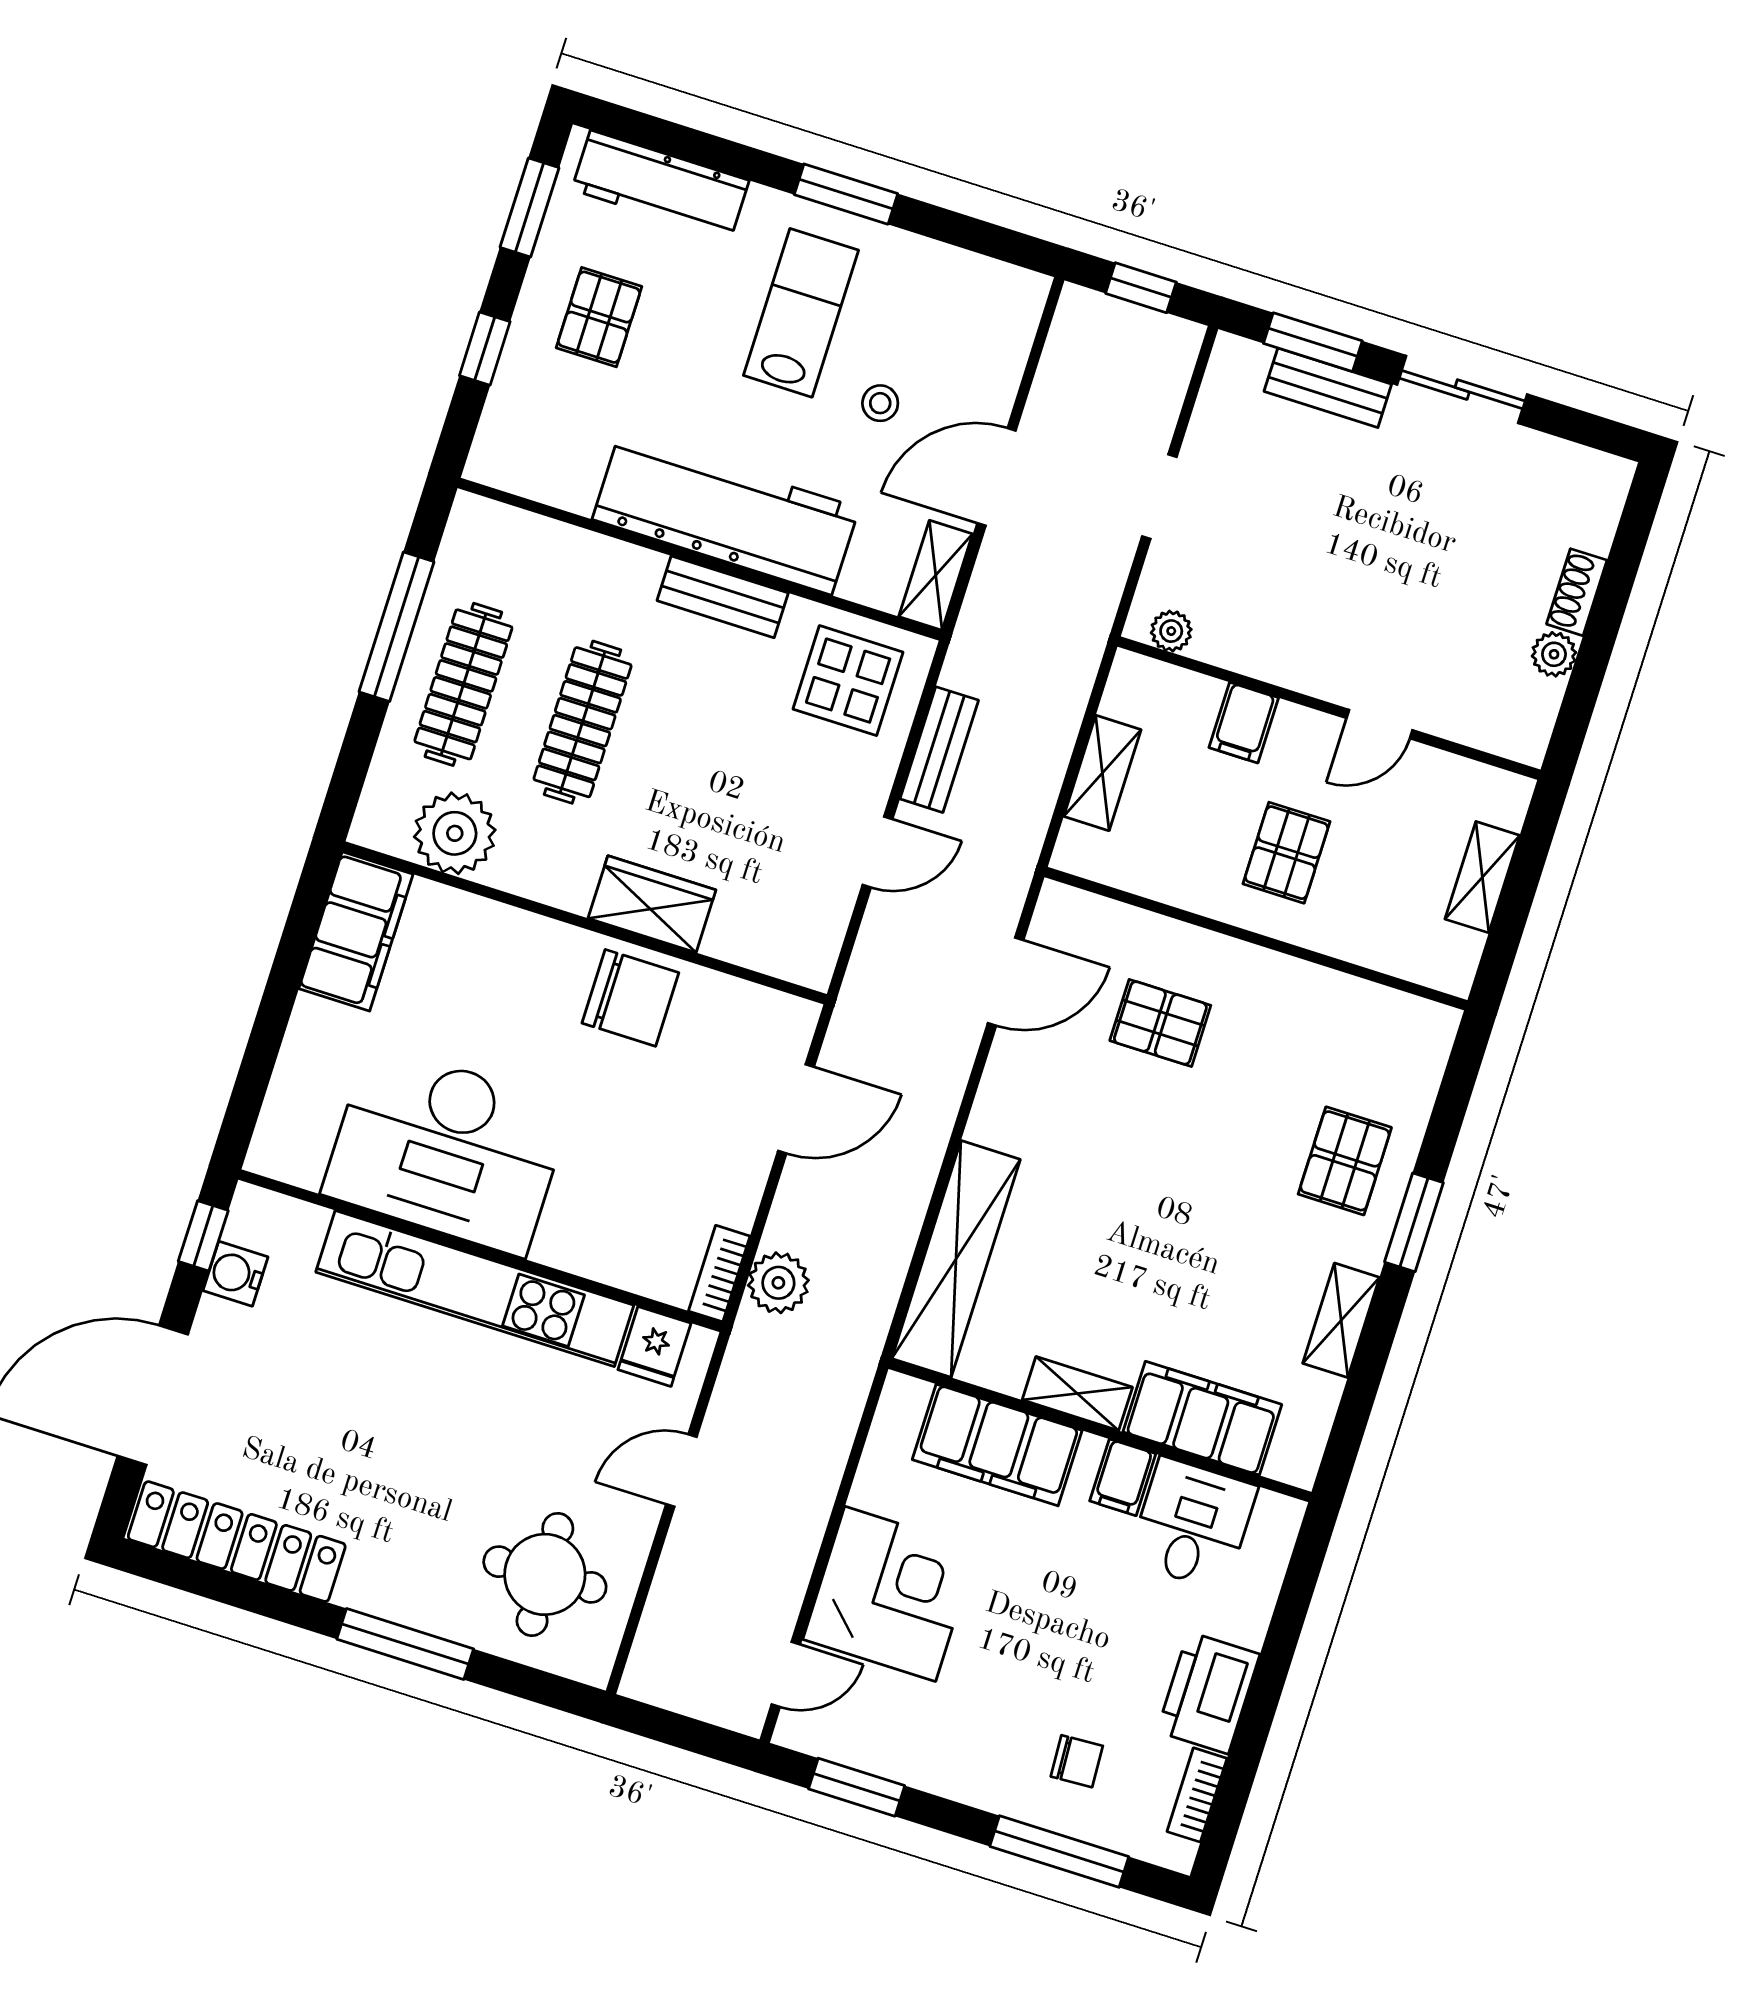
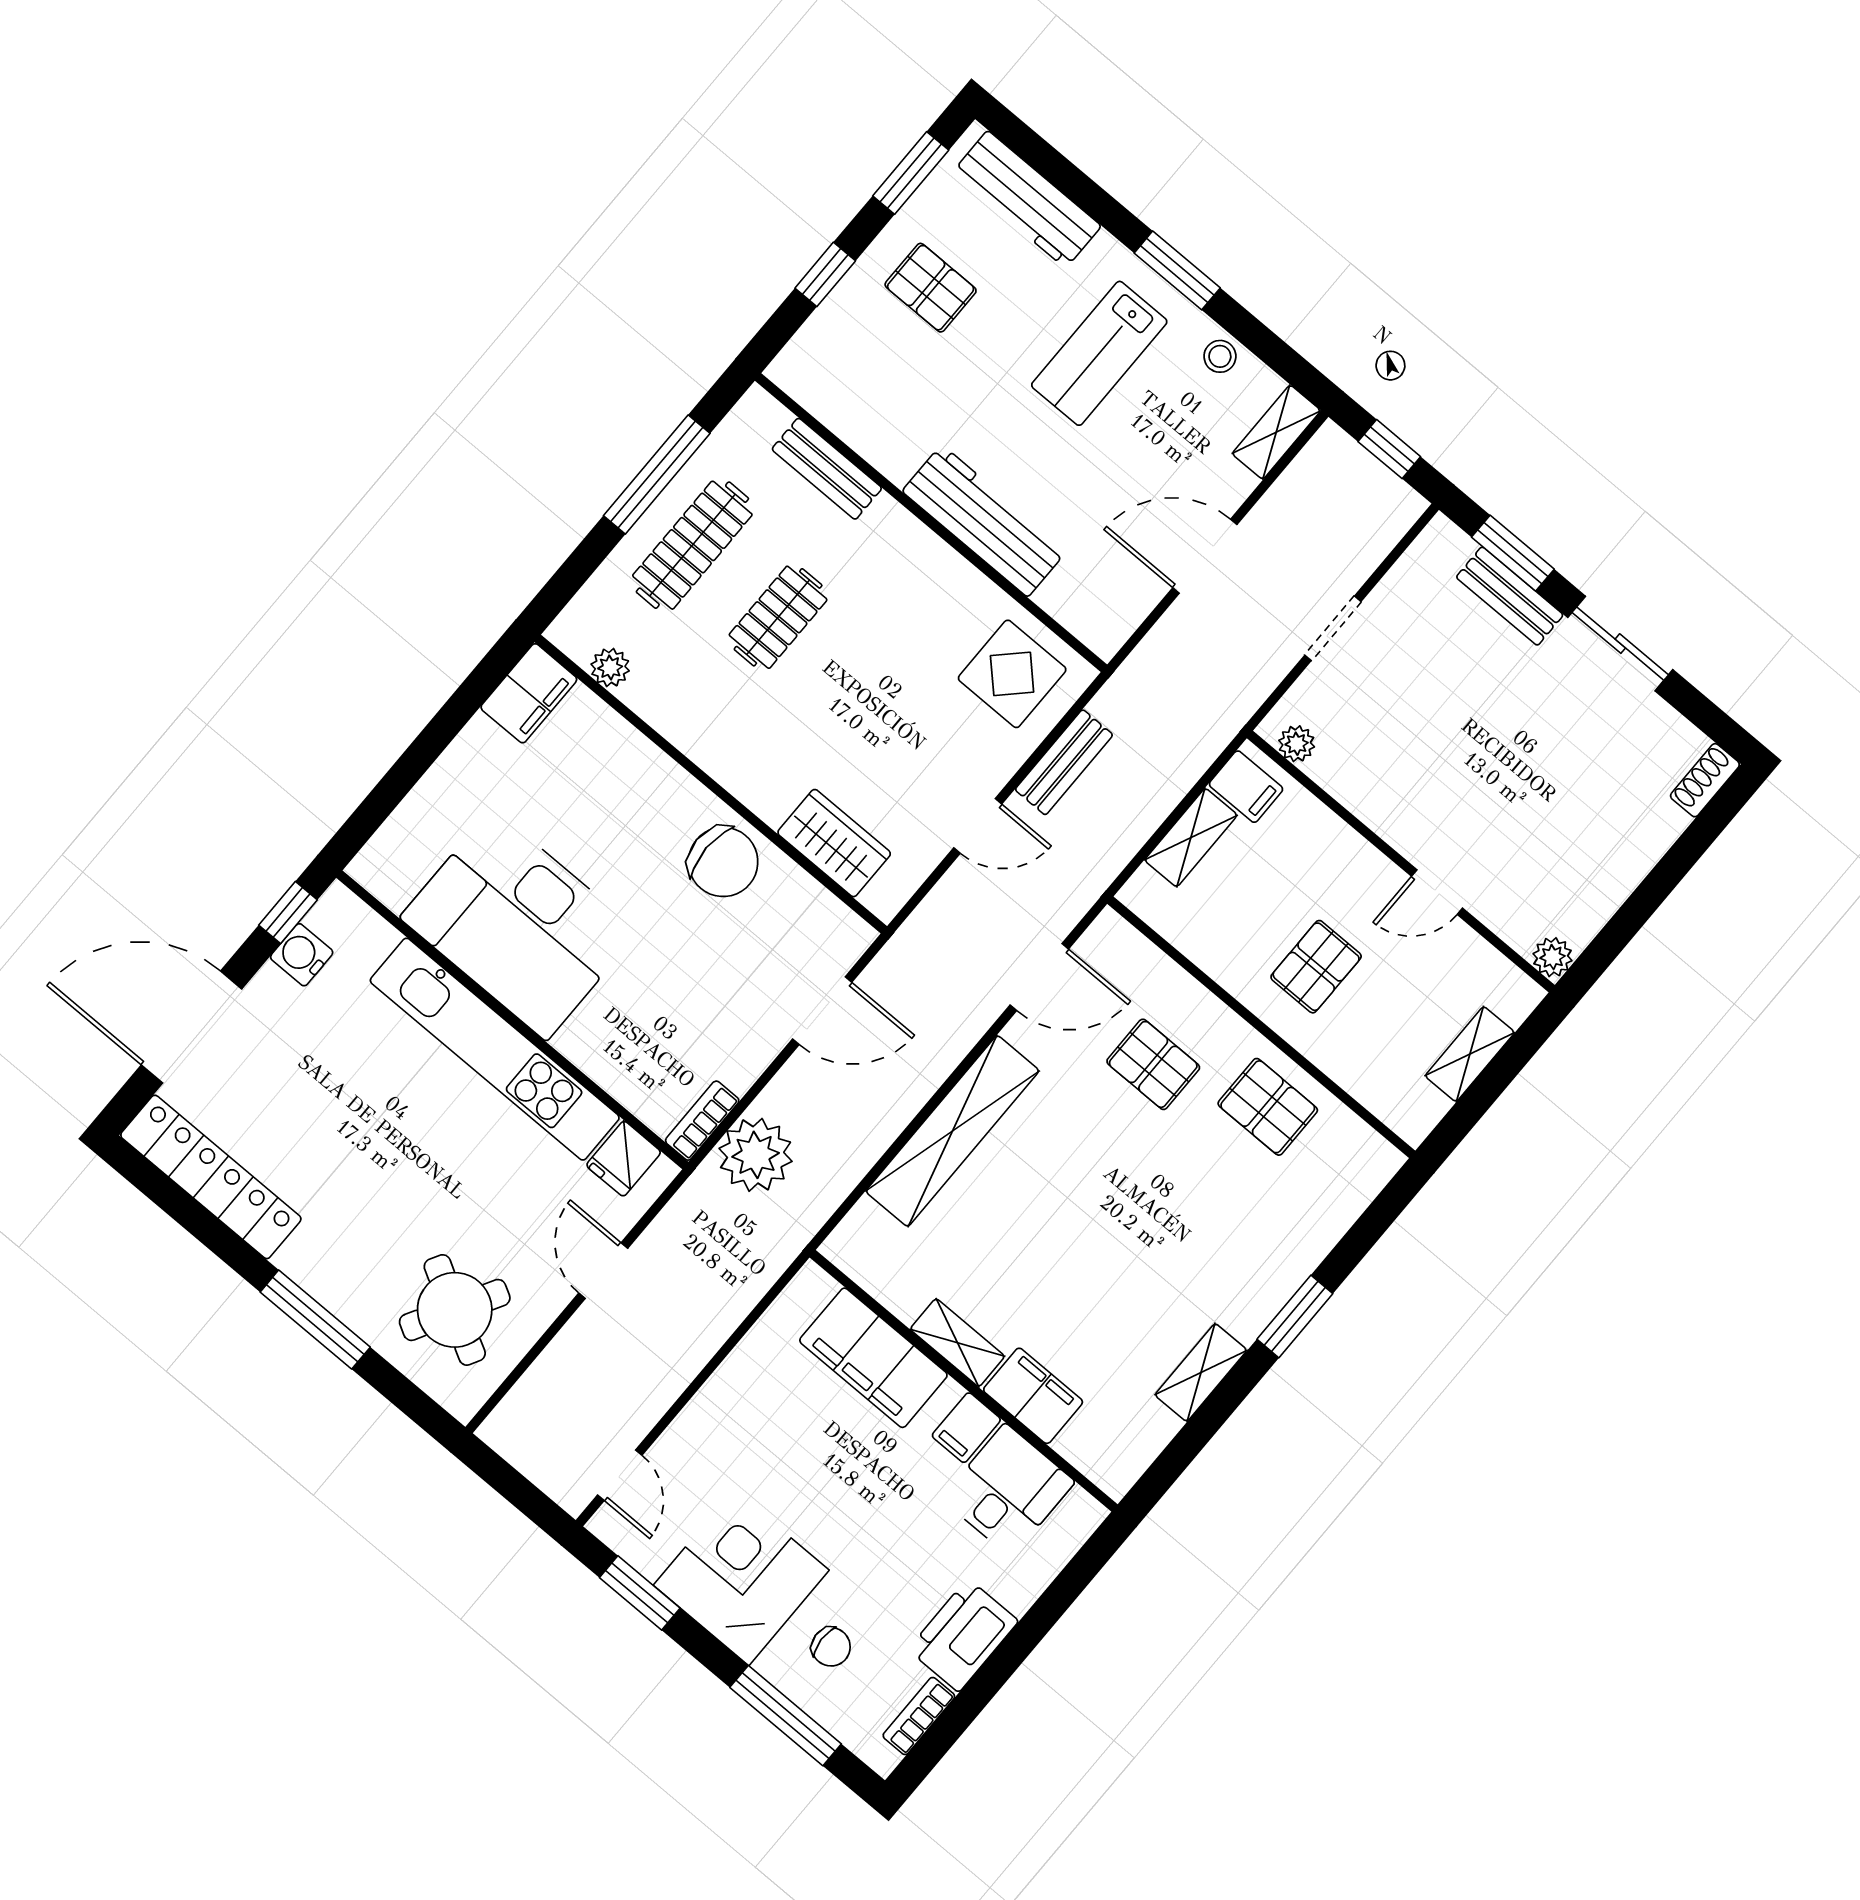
lab bench: (801, 313) -> (1099, 353), turned 180
pallet: (599, 317) -> (931, 288), turned 90
stool: (880, 403) -> (1220, 356), moved
workbench: (726, 514) -> (985, 521), width x0.73, depth x0.76
shelving: (936, 575) -> (1276, 432), moved
shoe rack: (1577, 592) -> (1705, 780), moved
bench: (723, 597) -> (827, 469), moved
plant: (1554, 654) -> (1553, 957), moved
clothes rail: (583, 722) -> (778, 617), width x0.73
filing cabinet: (1244, 723) -> (1246, 787), moved, turned -90
plant: (455, 833) -> (610, 668), width x0.53, depth x0.53
wardrobe: (652, 904) -> (834, 843), moved
filing cabinet: (356, 931) -> (529, 693), width x0.67, depth x0.86
pallet: (1345, 1161) -> (1268, 1107), moved, turned 90
shelving: (956, 1259) -> (952, 1131), moved
plant: (778, 1283) -> (756, 1155), width x1.36, depth x1.36
filing cabinet: (1202, 1418) -> (1033, 1396), width x0.67, depth x0.86
door: (681, 1471) -> (603, 1271), hinge flipped
round table: (545, 1574) -> (455, 1310), turned 31
corner desk: (890, 1594) -> (741, 1578), moved, turned -90
door: (786, 1674) -> (620, 1475), hinge flipped

